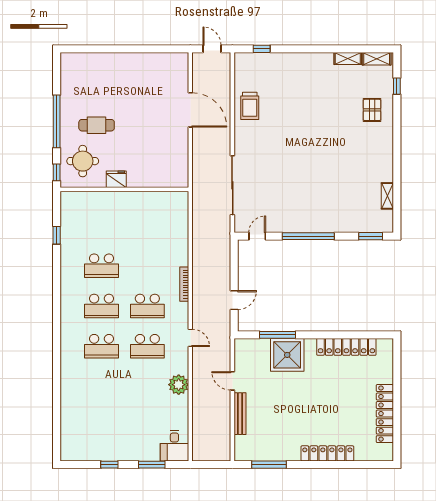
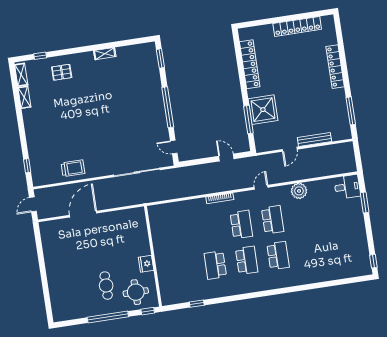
shelving: (387, 196) -> (105, 54), moved
school desk: (102, 266) -> (215, 265), turned 180
window: (109, 465) -> (373, 261), moved

